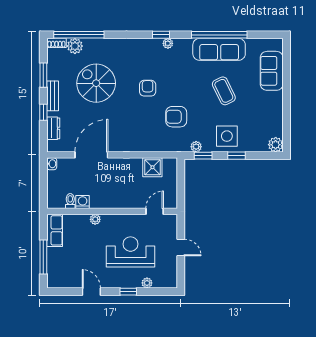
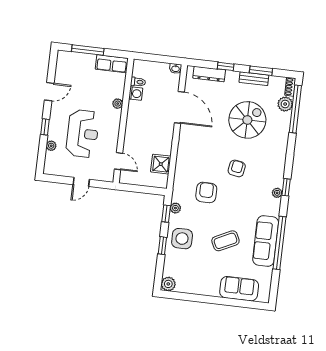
armchair: (148, 88) -> (237, 168), turned -80
bench: (53, 96) -> (254, 79), moved
dresser: (53, 128) -> (209, 74), width x1.44

